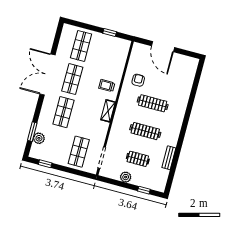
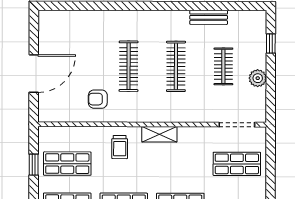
shop shelf: (105, 52) -> (67, 164), added

